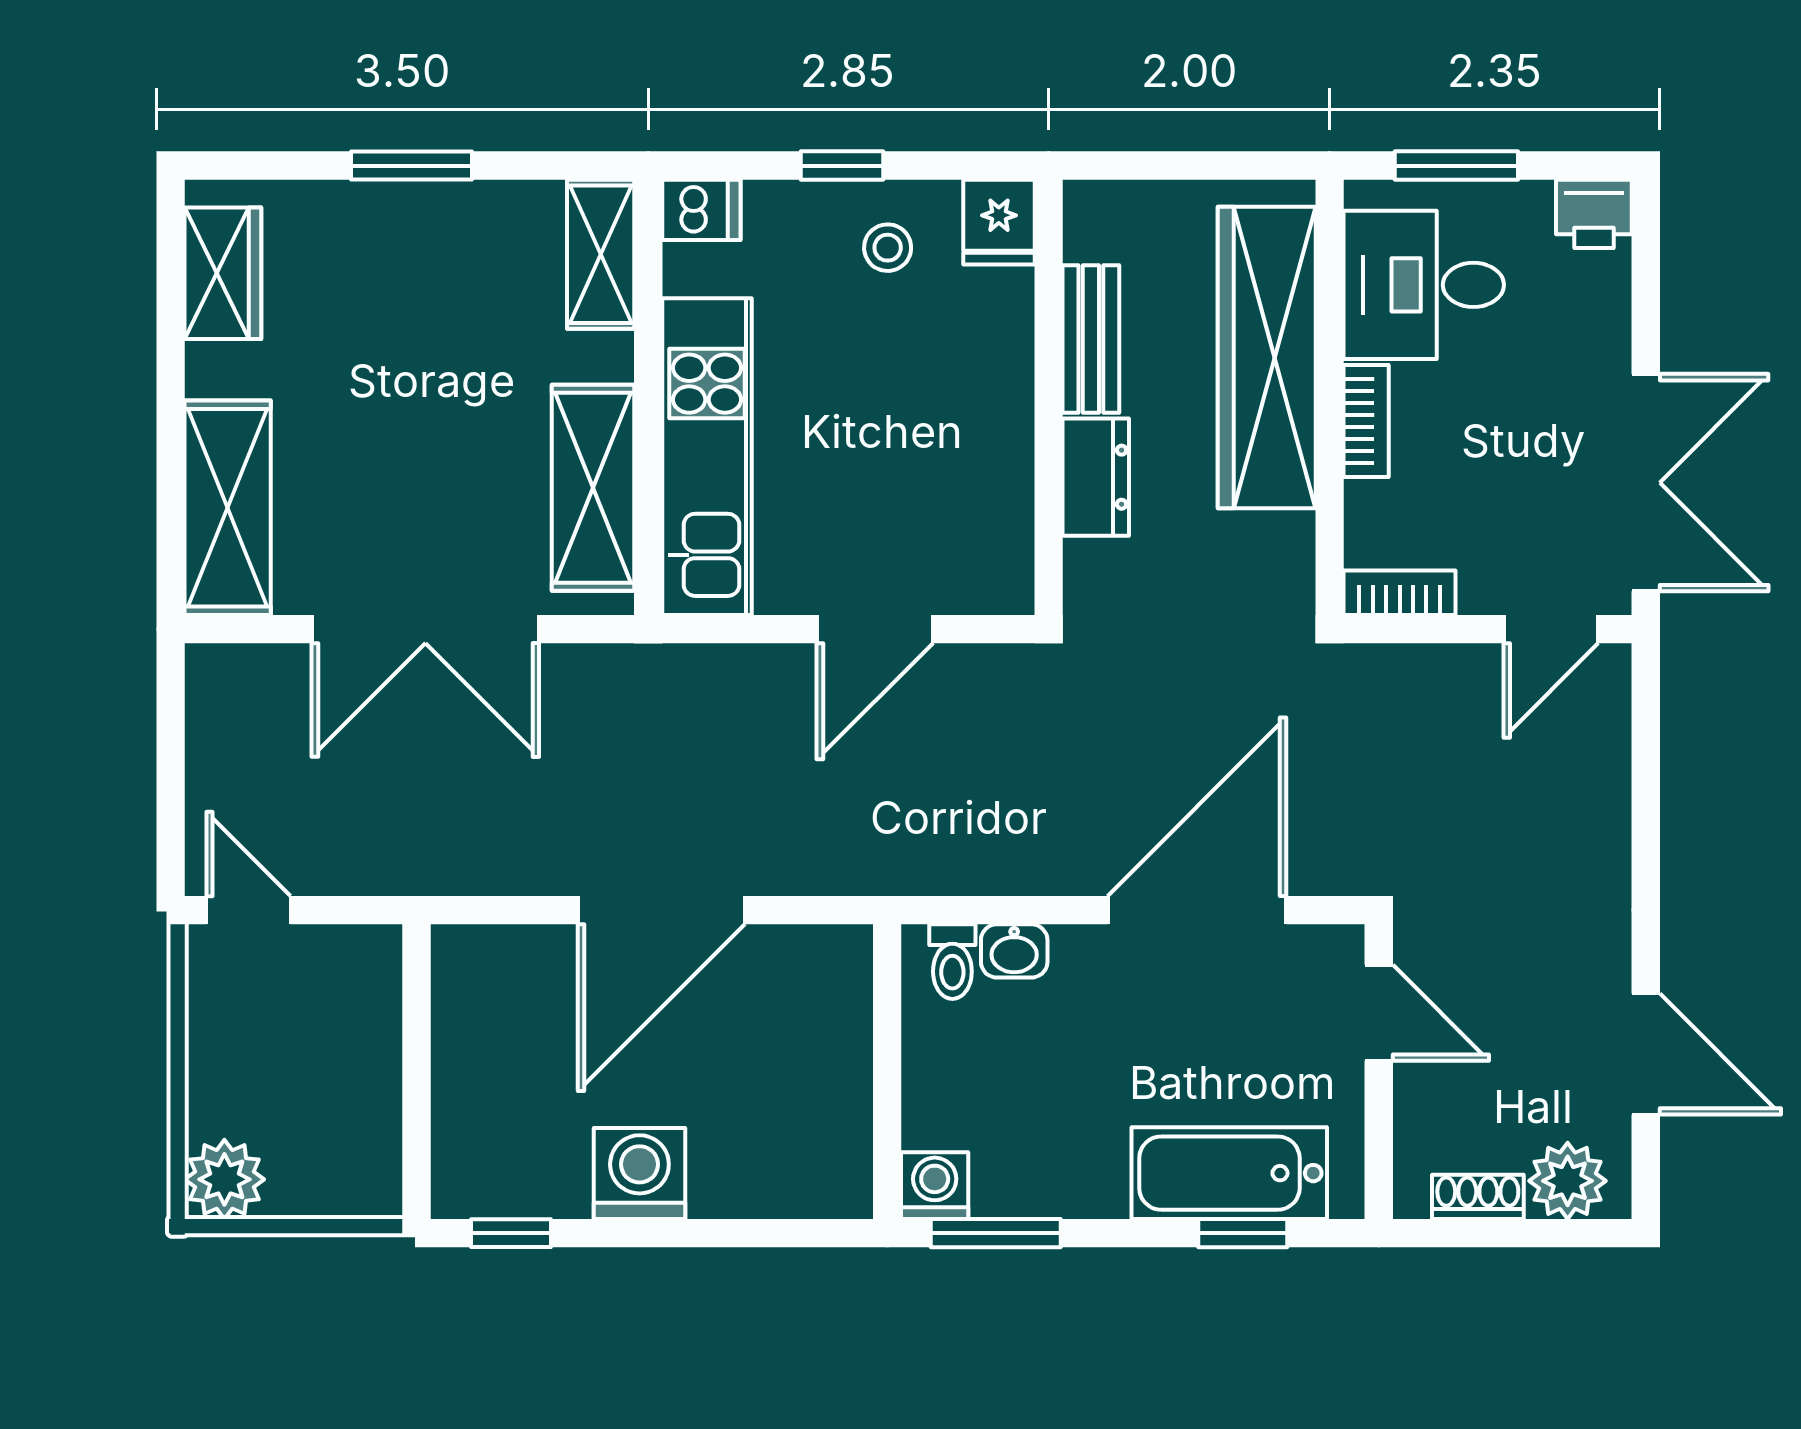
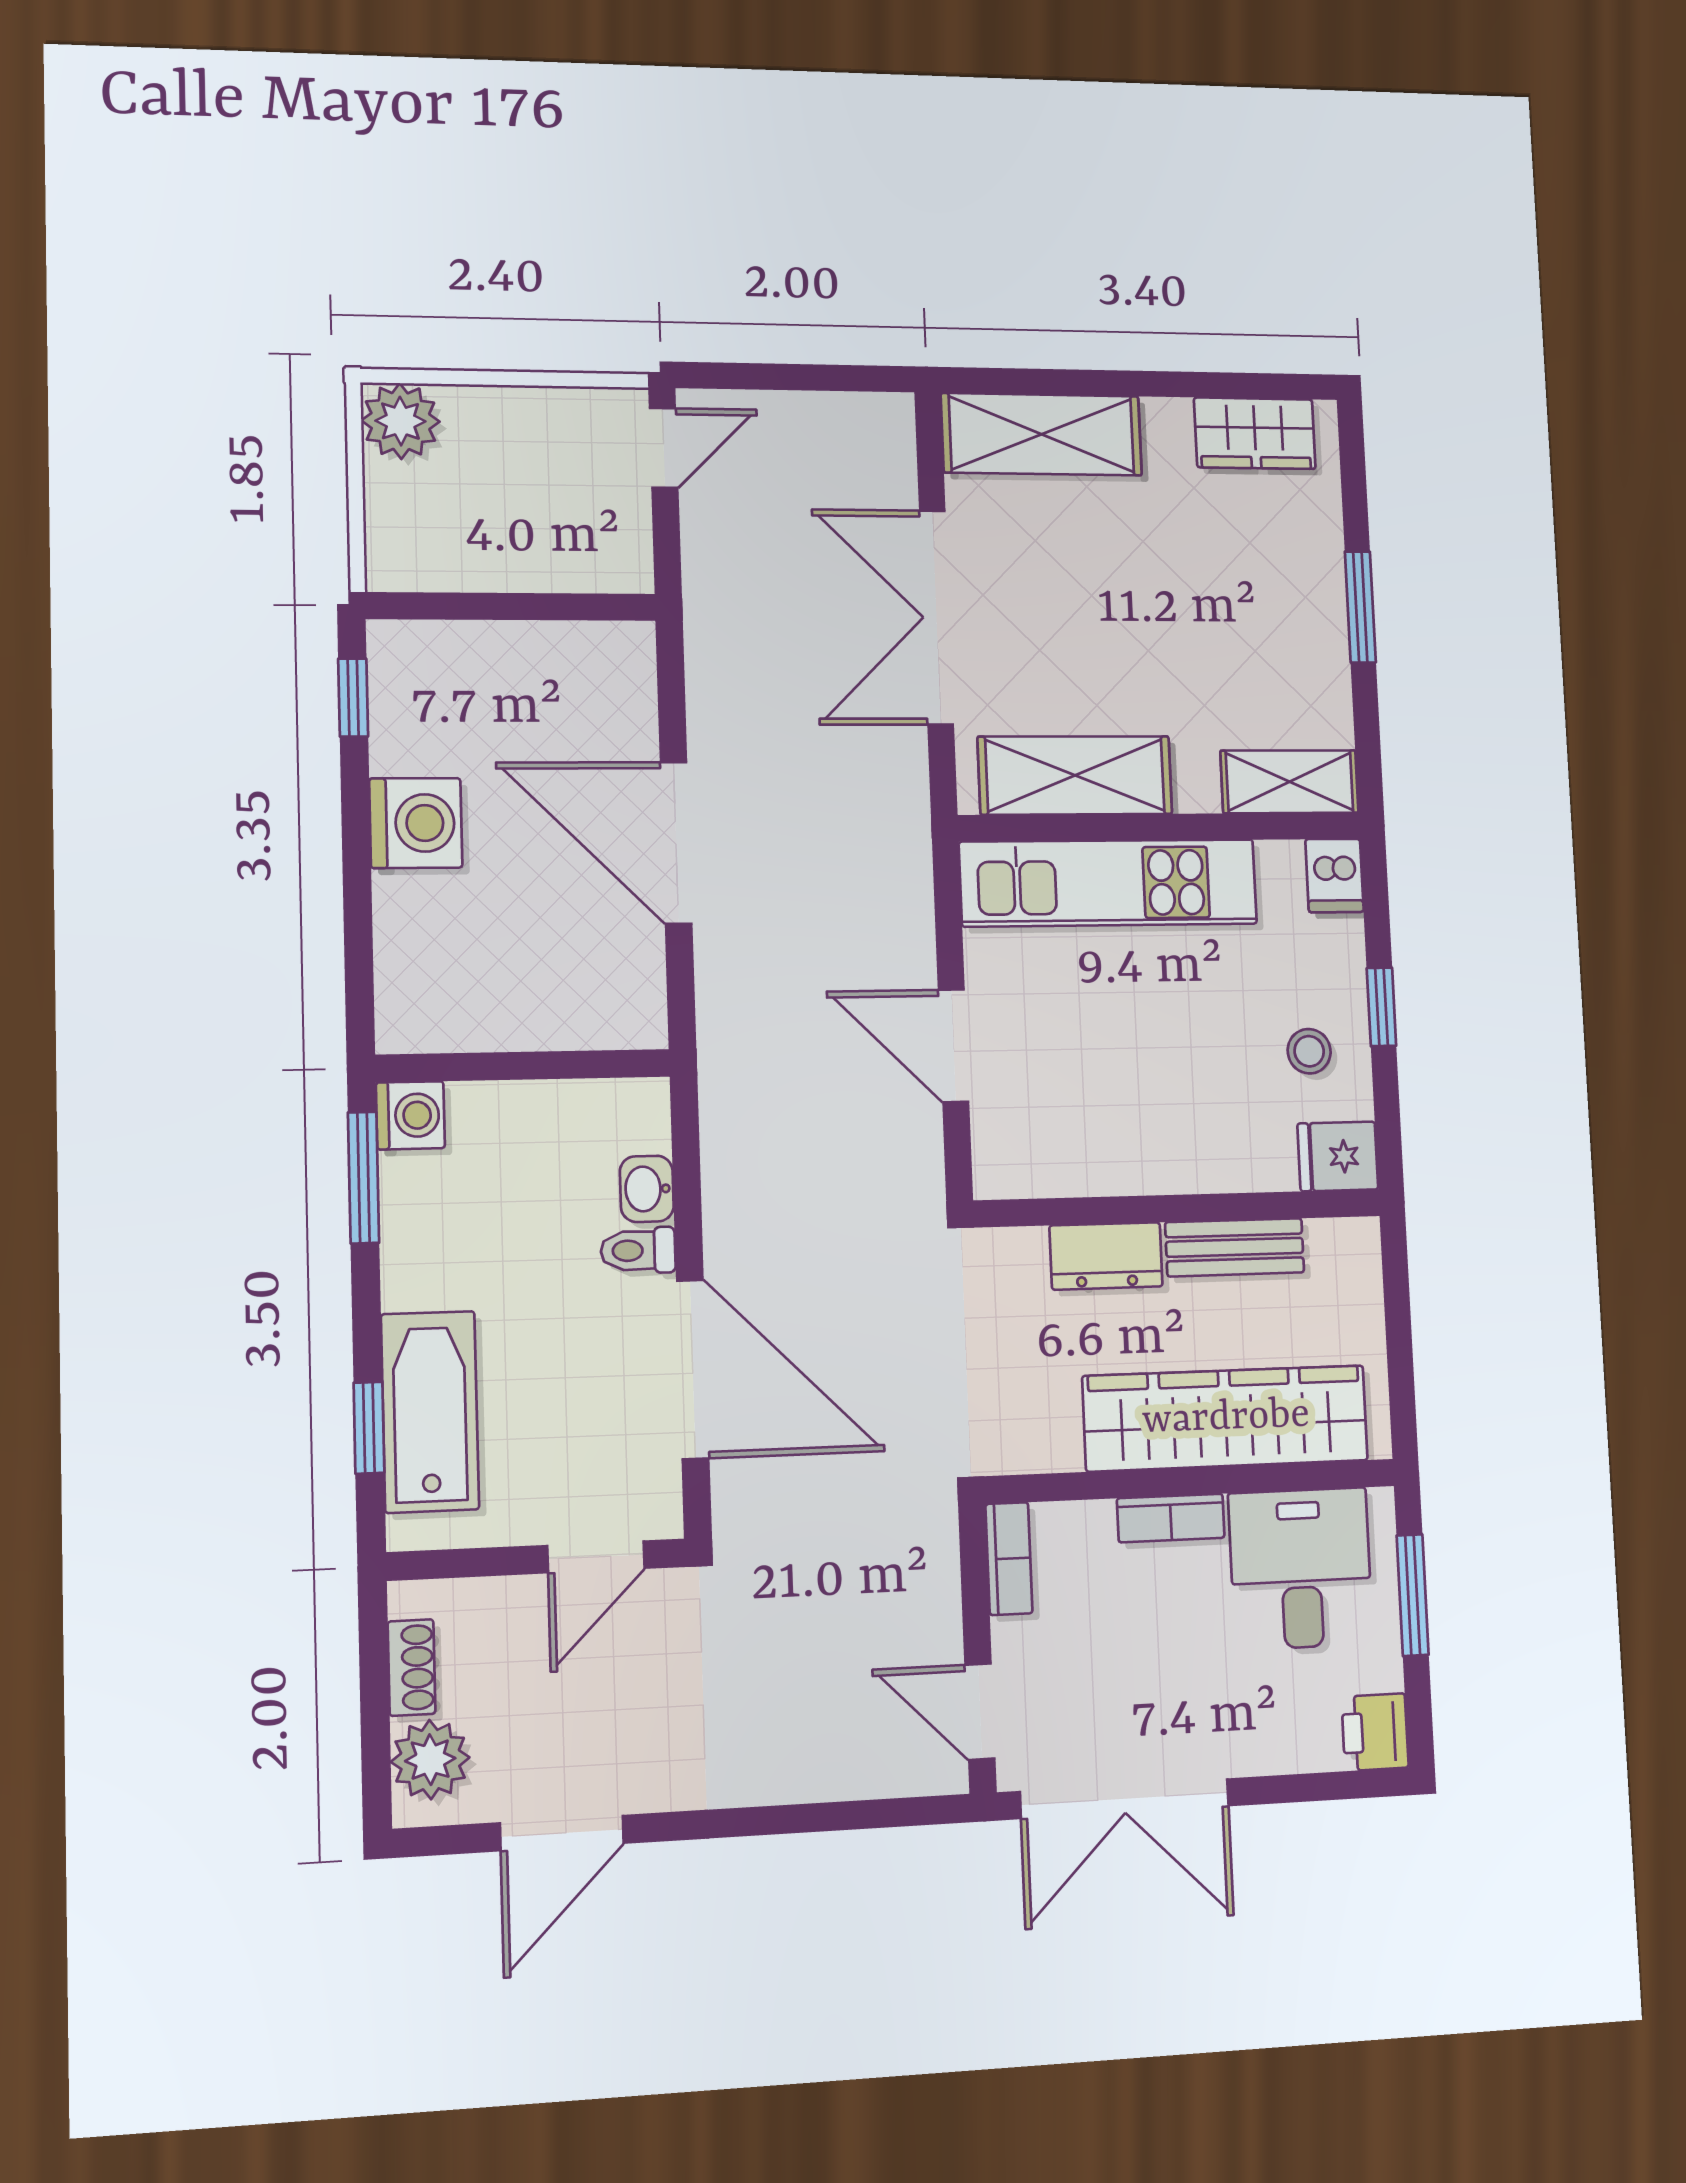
toilet: (952, 962) -> (638, 1250), moved

